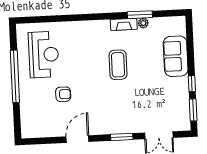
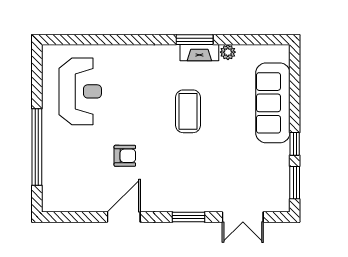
window: (140, 15) -> (195, 40), moved
sofa: (176, 56) -> (273, 103), width x1.36
window: (15, 76) -> (37, 147), moved
armchair: (63, 94) -> (125, 156), moved

